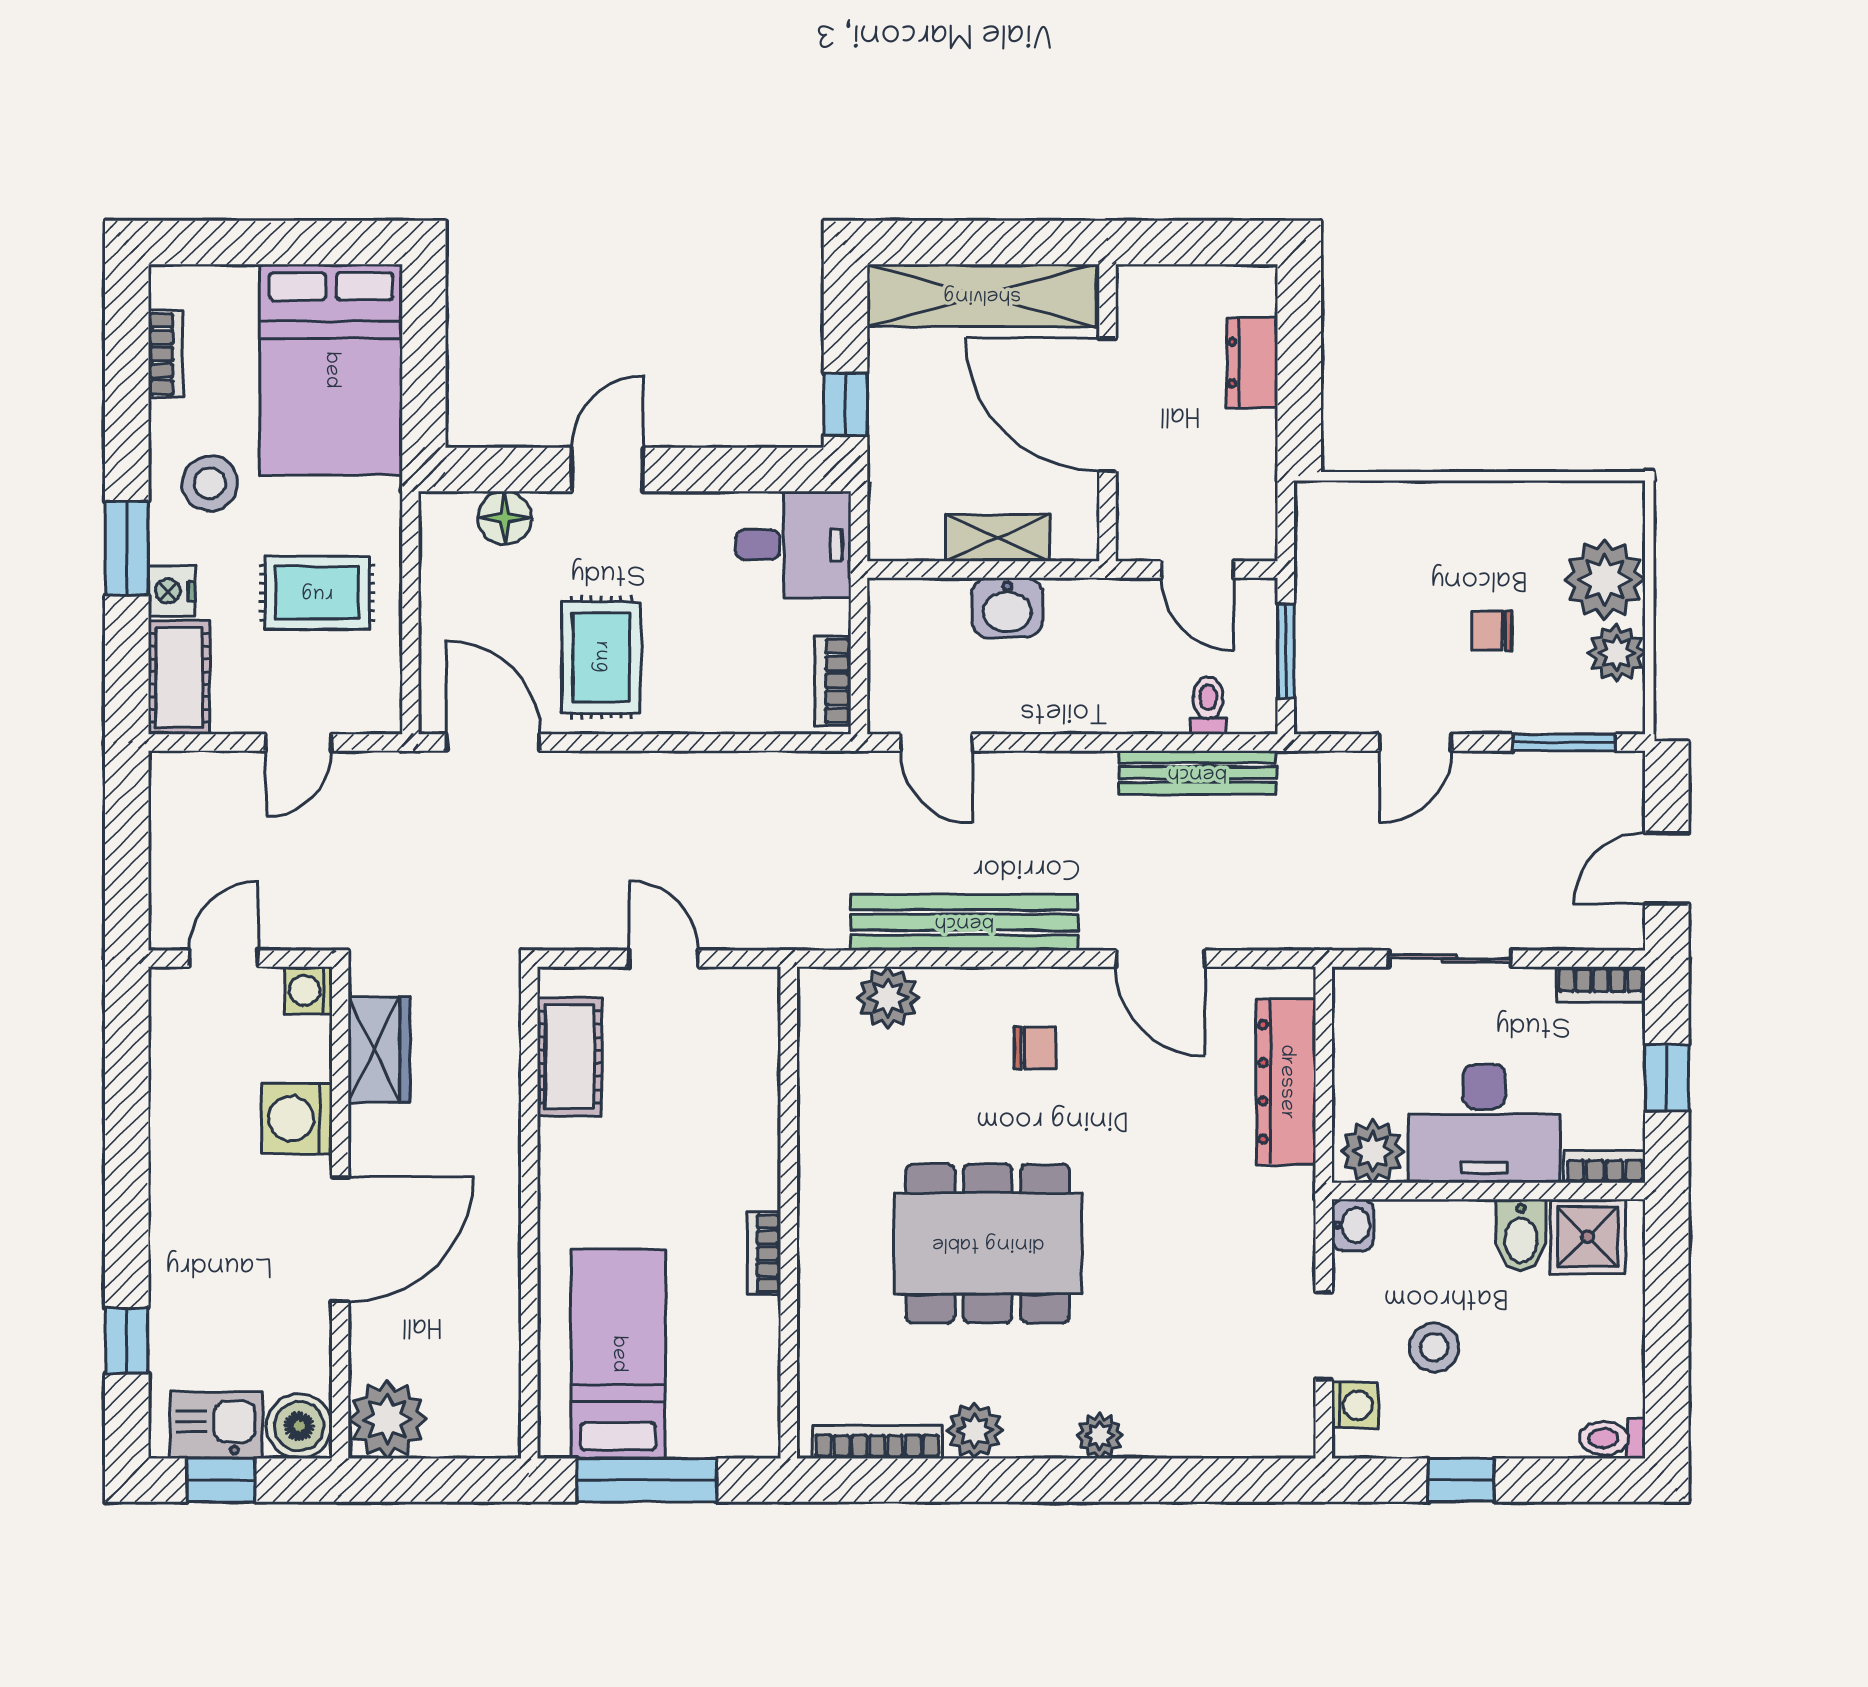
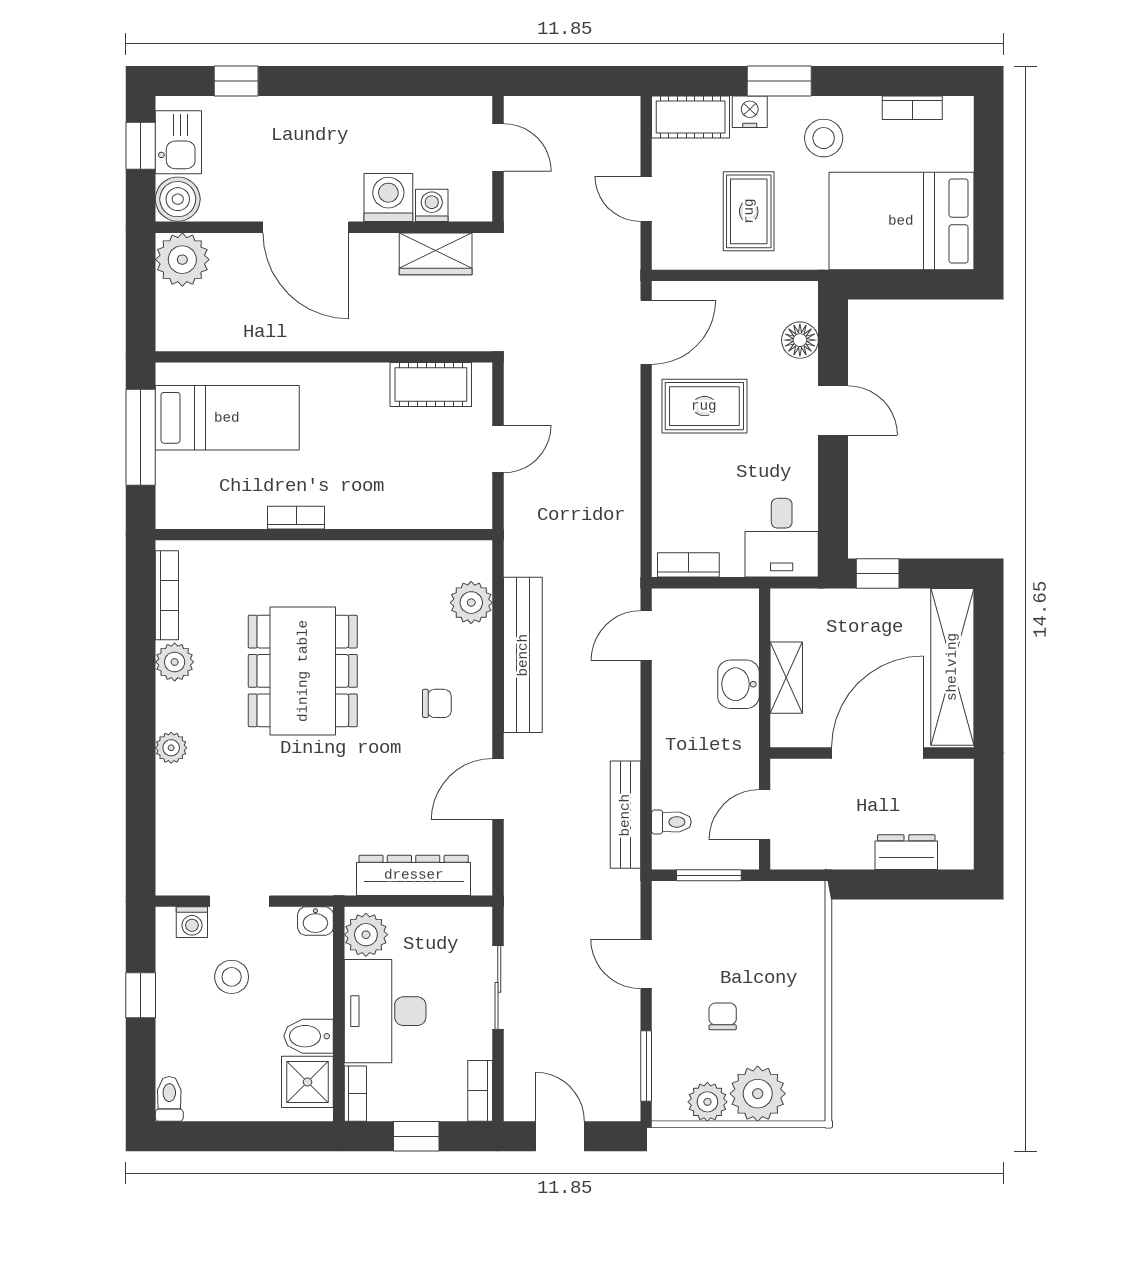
washing machine: (308, 990) -> (432, 205), moved
chair: (1035, 1048) -> (437, 703), turned -90

